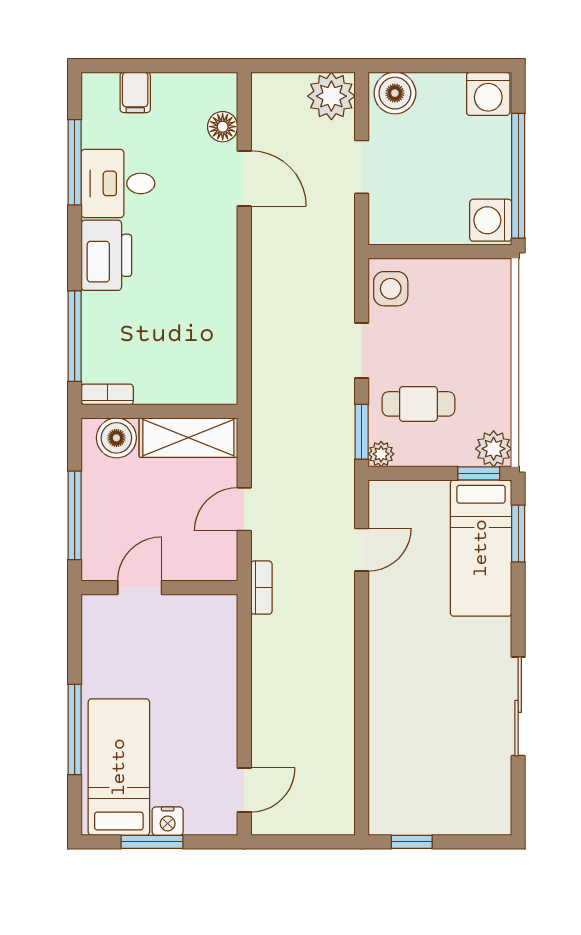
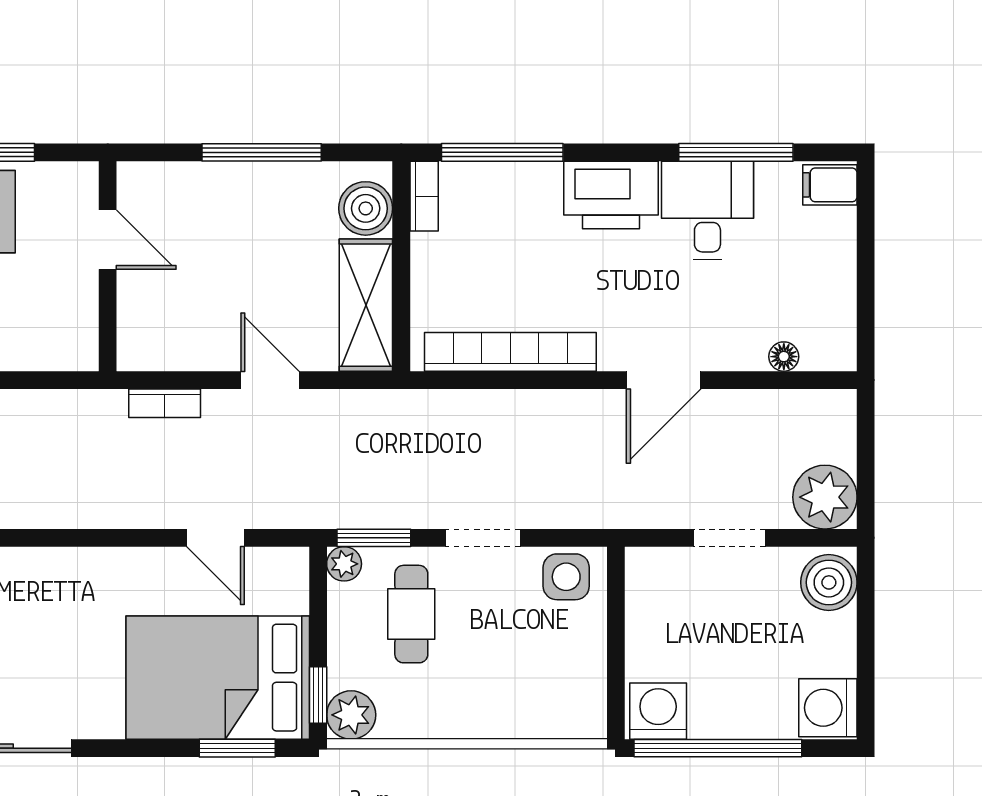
filing cabinet: (135, 92) -> (830, 185), moved
floor lamp: (223, 127) -> (784, 357), width x0.73, depth x0.73
door: (244, 179) -> (664, 380), moved
bookcase: (223, 330) -> (510, 352), added
bed: (481, 548) -> (218, 678), width x1.50
door: (140, 588) -> (108, 240), moved
wall: (159, 588) -> (108, 266), moved

